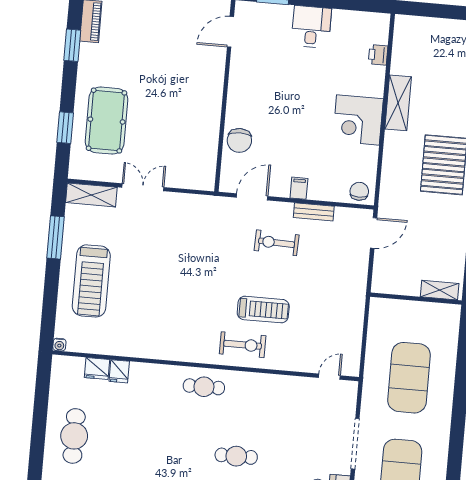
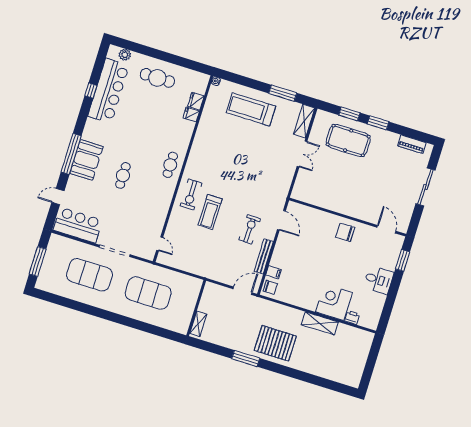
window: (72, 45) -> (378, 123), moved
corner desk: (358, 120) -> (334, 302), moved
chair: (239, 140) -> (345, 232), moved
filing cabinet: (299, 188) -> (274, 272), moved
bench: (314, 212) -> (264, 256), width x1.36
door: (374, 233) -> (243, 291), swing flipped

